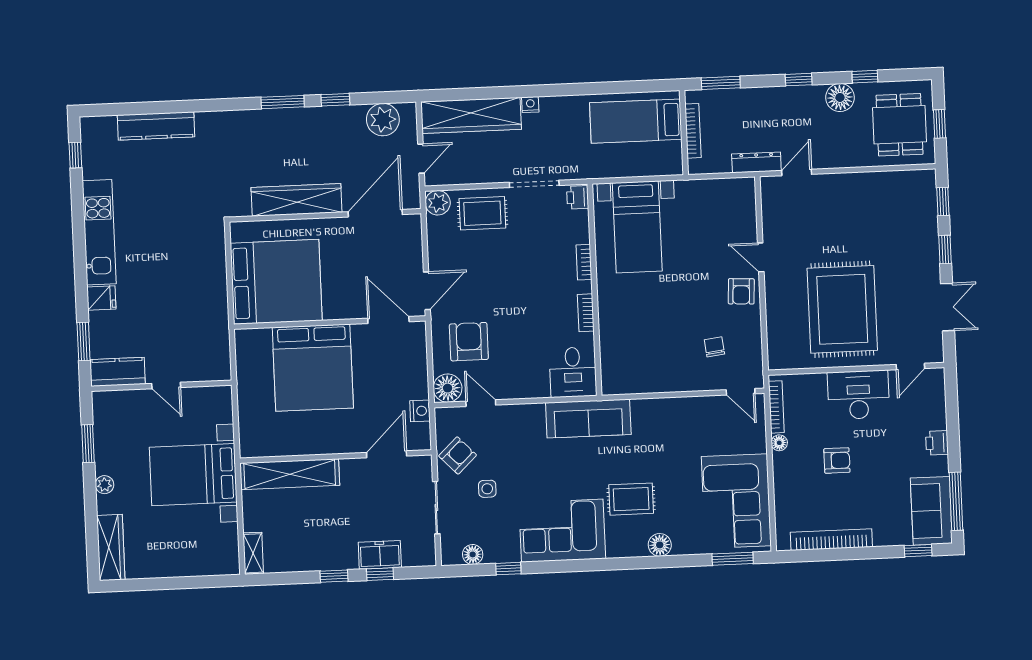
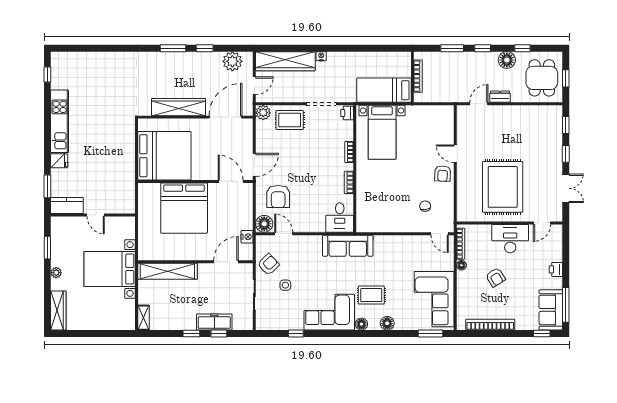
window: (721, 83) -> (452, 48), moved
bed: (636, 121) -> (384, 90), moved
kitchen counter: (156, 126) -> (96, 59), removed
dresser: (756, 162) -> (500, 97), moved, width x0.70
armchair: (469, 342) -> (278, 197), turned 180
armchair: (837, 460) -> (496, 277), turned 58
floor lamp: (473, 554) -> (361, 324), moved
freezer: (380, 555) -> (214, 322), width x1.40

